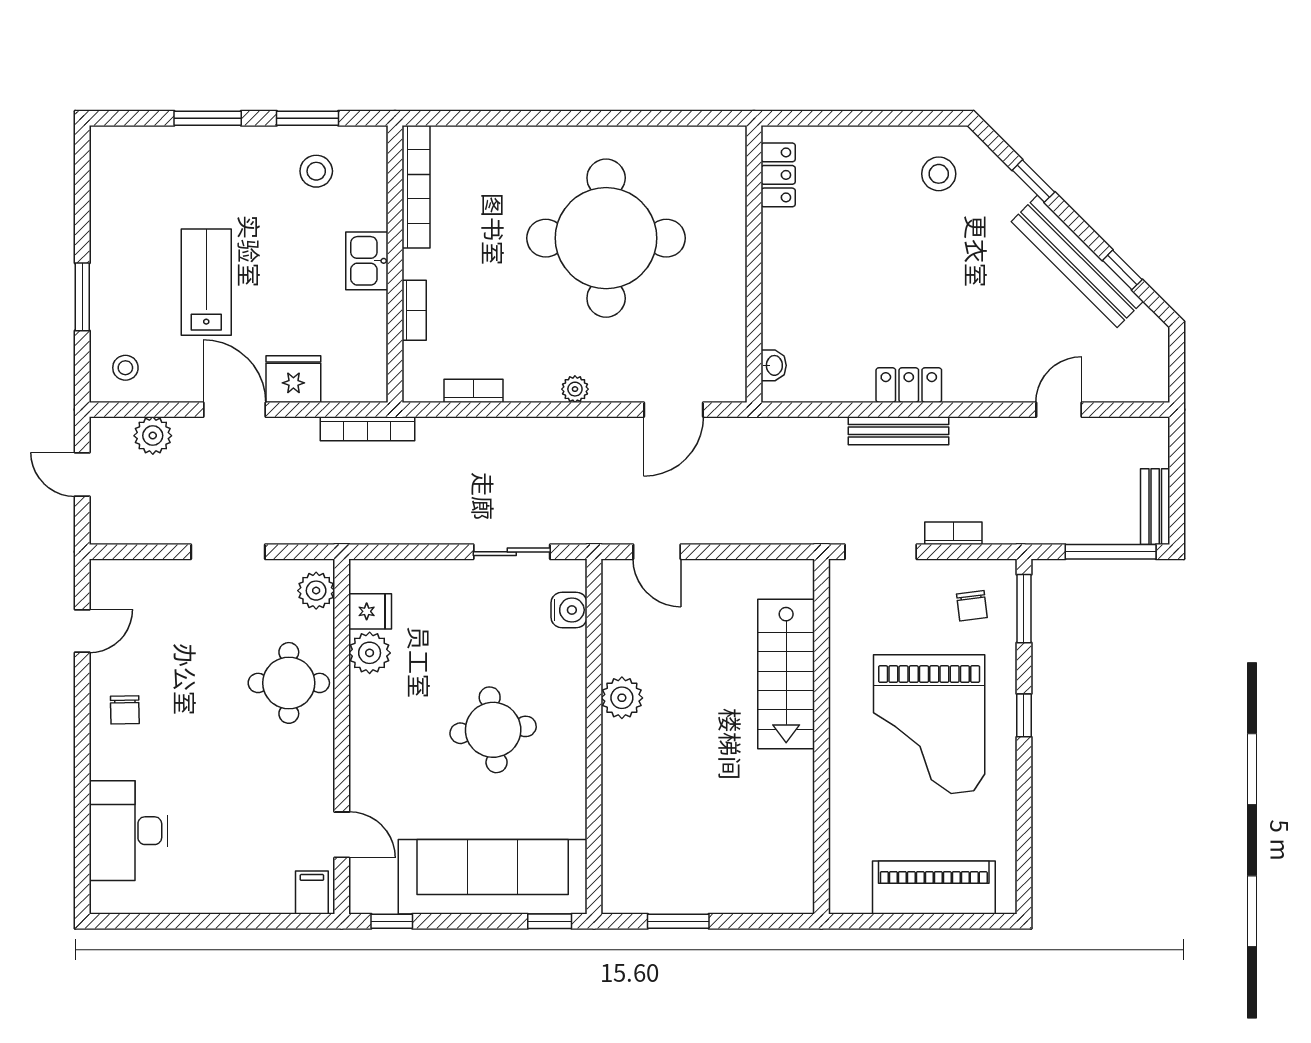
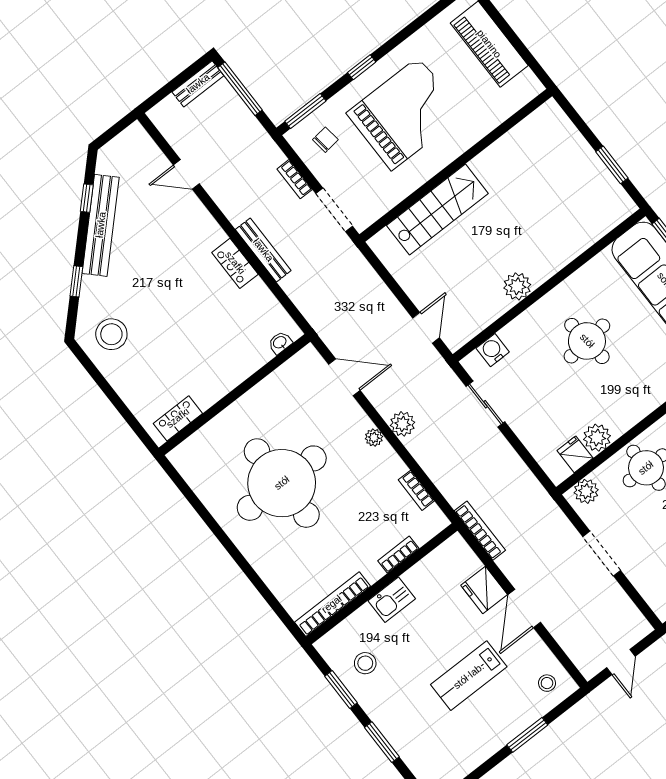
stool: (939, 174) -> (111, 334), width x1.38, depth x1.38
plant: (153, 436) -> (403, 424), moved

